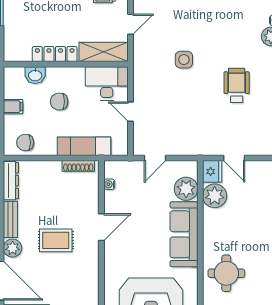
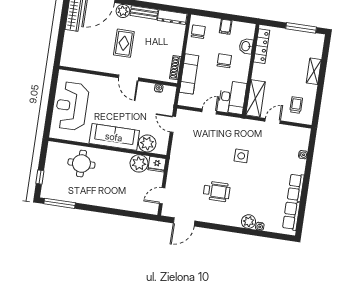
door: (131, 24) -> (273, 121), swing flipped
locker: (55, 54) -> (262, 46), moved
door: (234, 158) -> (162, 196), moved

